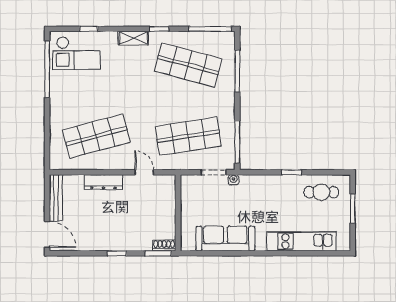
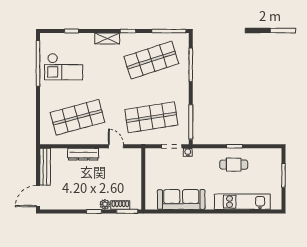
checkout: (76, 53) -> (64, 67), moved
shop shelf: (188, 65) -> (151, 60), turned -33
cafe table: (321, 192) -> (234, 165), moved
door: (47, 234) -> (38, 196), swing flipped
plant: (130, 245) -> (105, 204), added
shoe rack: (164, 245) -> (120, 205), moved

